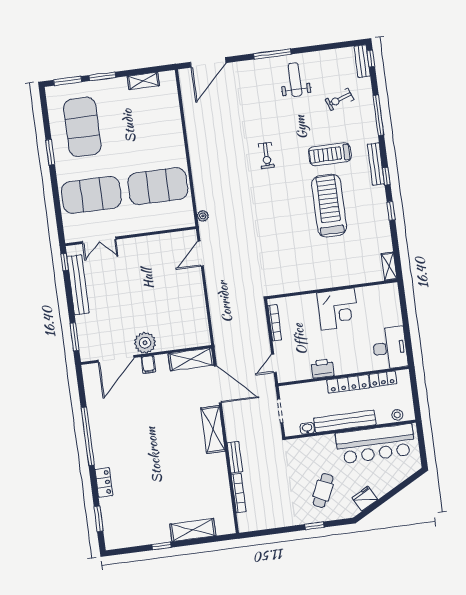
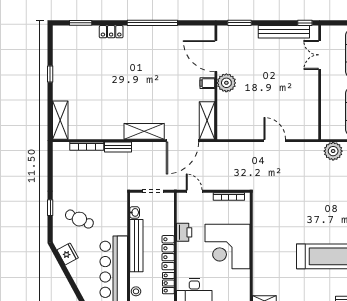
plant: (203, 216) -> (333, 151), width x1.88, depth x1.88
door: (201, 254) -> (275, 141), moved
corner desk: (338, 309) -> (228, 246), width x1.36, depth x1.36
shelving: (193, 530) -> (60, 120), moved

